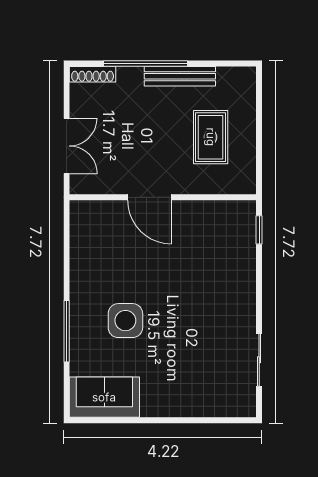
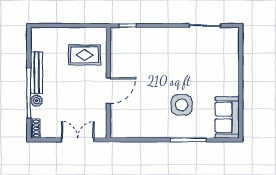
shoe rack: (93, 74) -> (35, 129), width x0.70
plant: (132, 76) -> (37, 101), added
rug: (211, 137) -> (84, 55), moved

